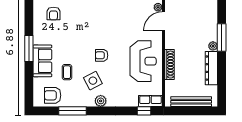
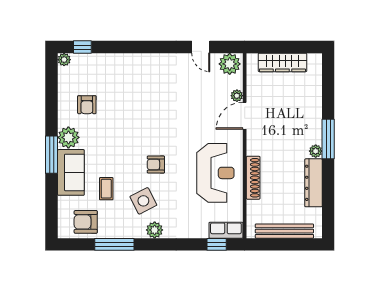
plant: (41, 36) -> (68, 137), added

